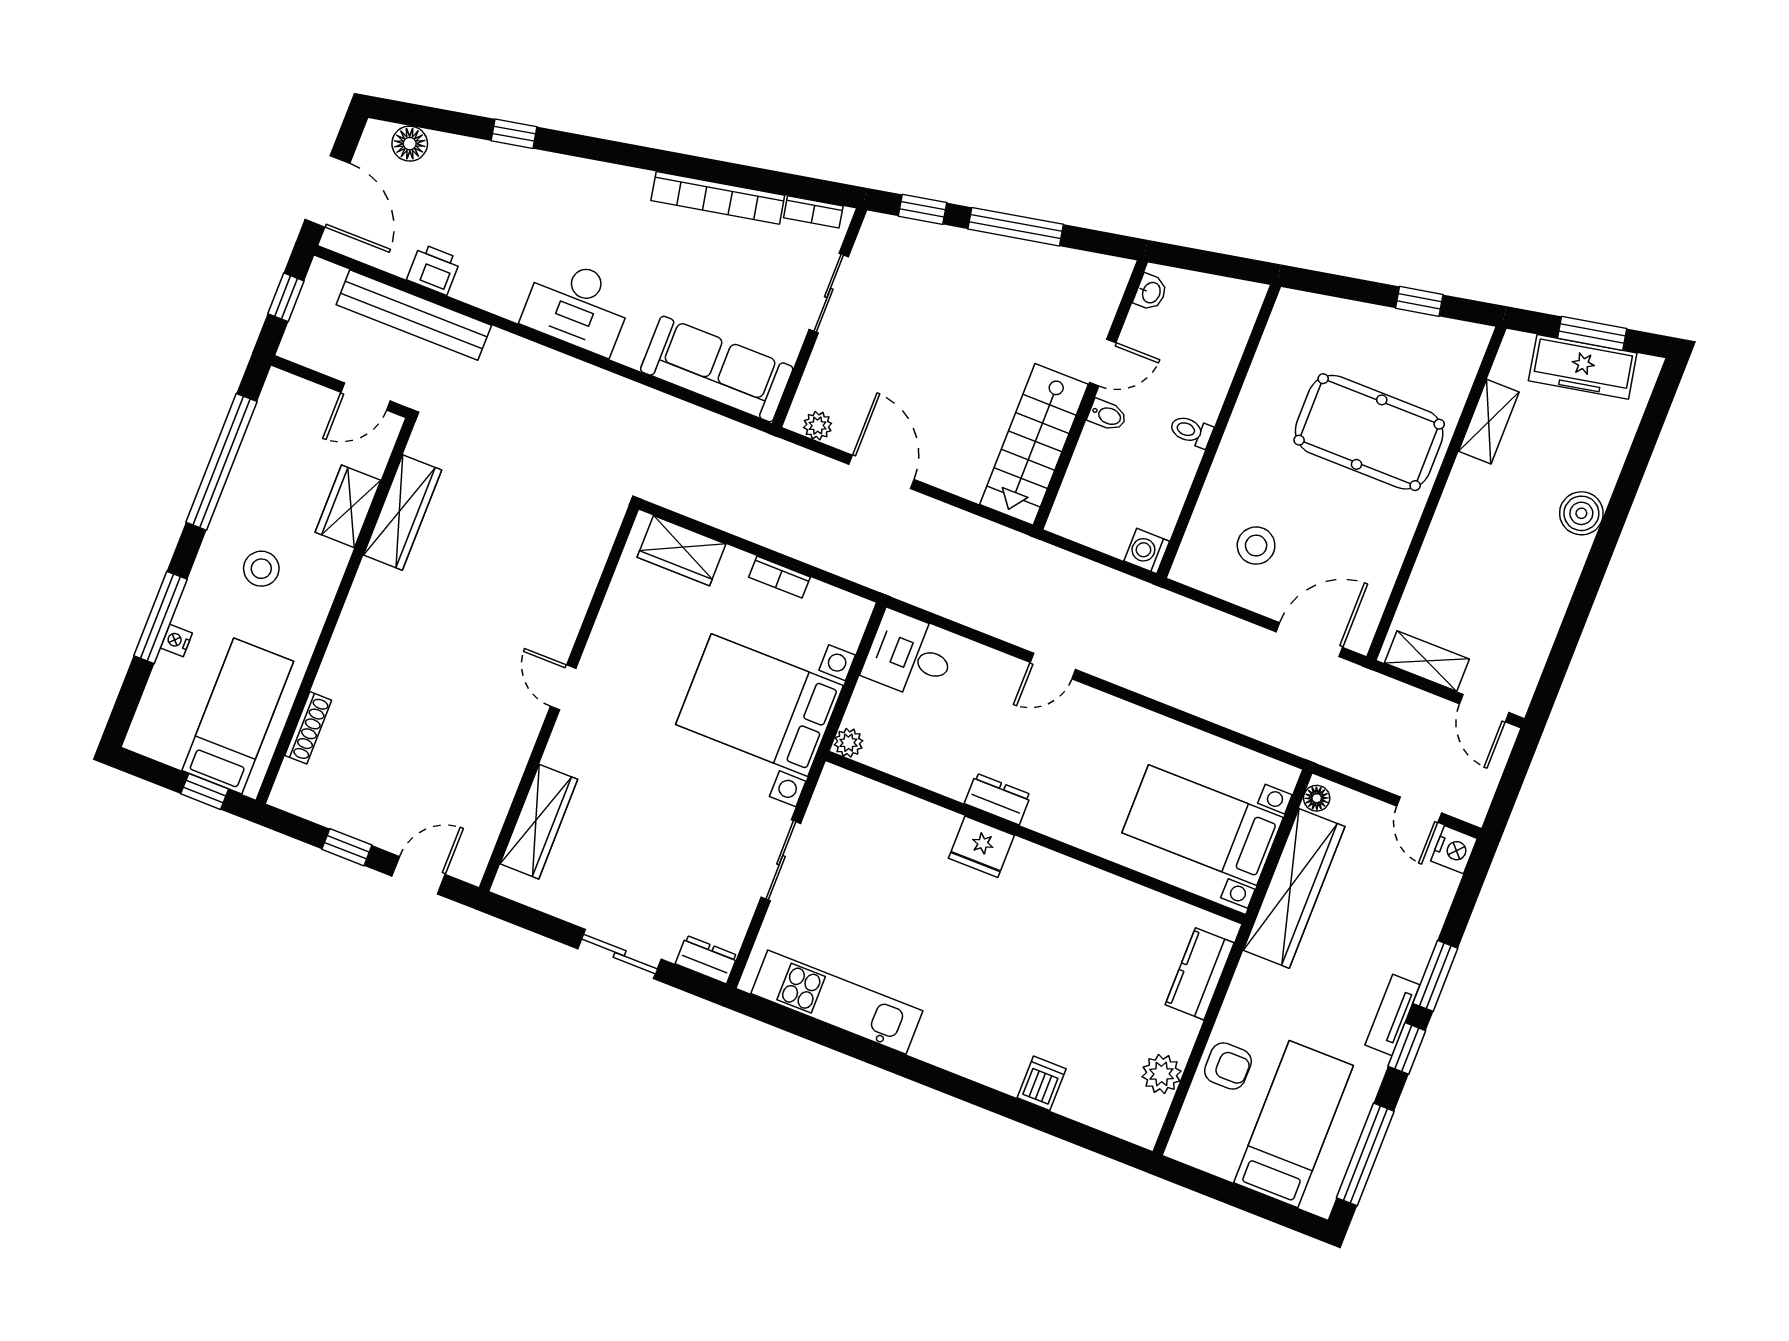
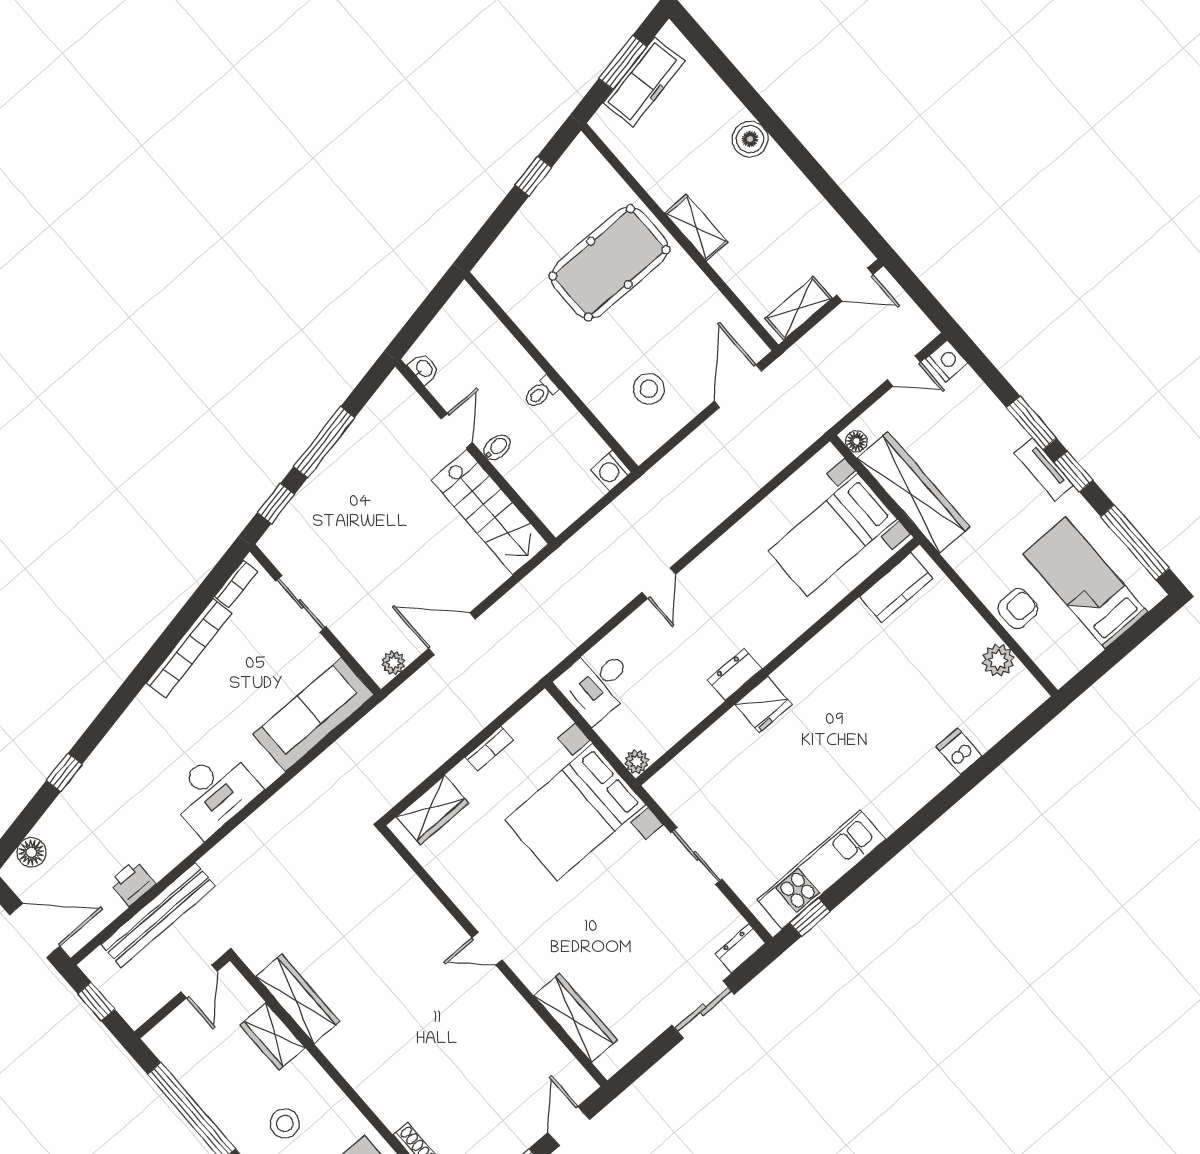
shelving: (1489, 422) -> (696, 228), moved
kitchen counter: (1200, 974) -> (896, 587), moved, turned -90
window: (779, 1017) -> (810, 917), added

